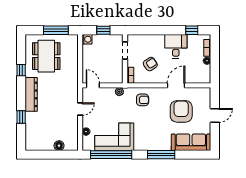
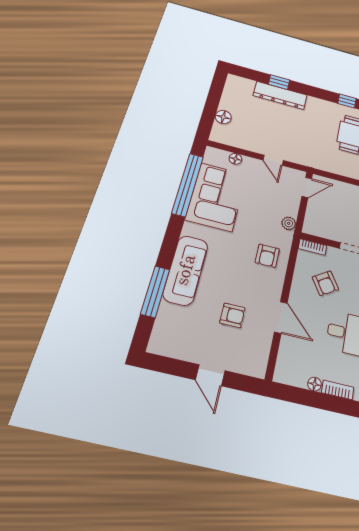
dresser: (31, 94) -> (280, 95), moved
armchair: (181, 111) -> (232, 315), width x0.53, depth x0.53
sofa: (191, 142) -> (186, 270), moved
window: (161, 155) -> (155, 292), moved

